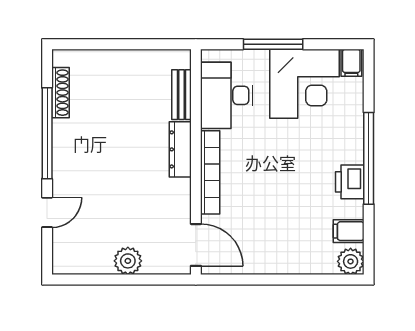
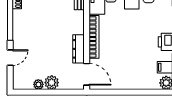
dresser: (180, 149) -> (79, 49), moved
plant: (102, 265) -> (38, 84), added

